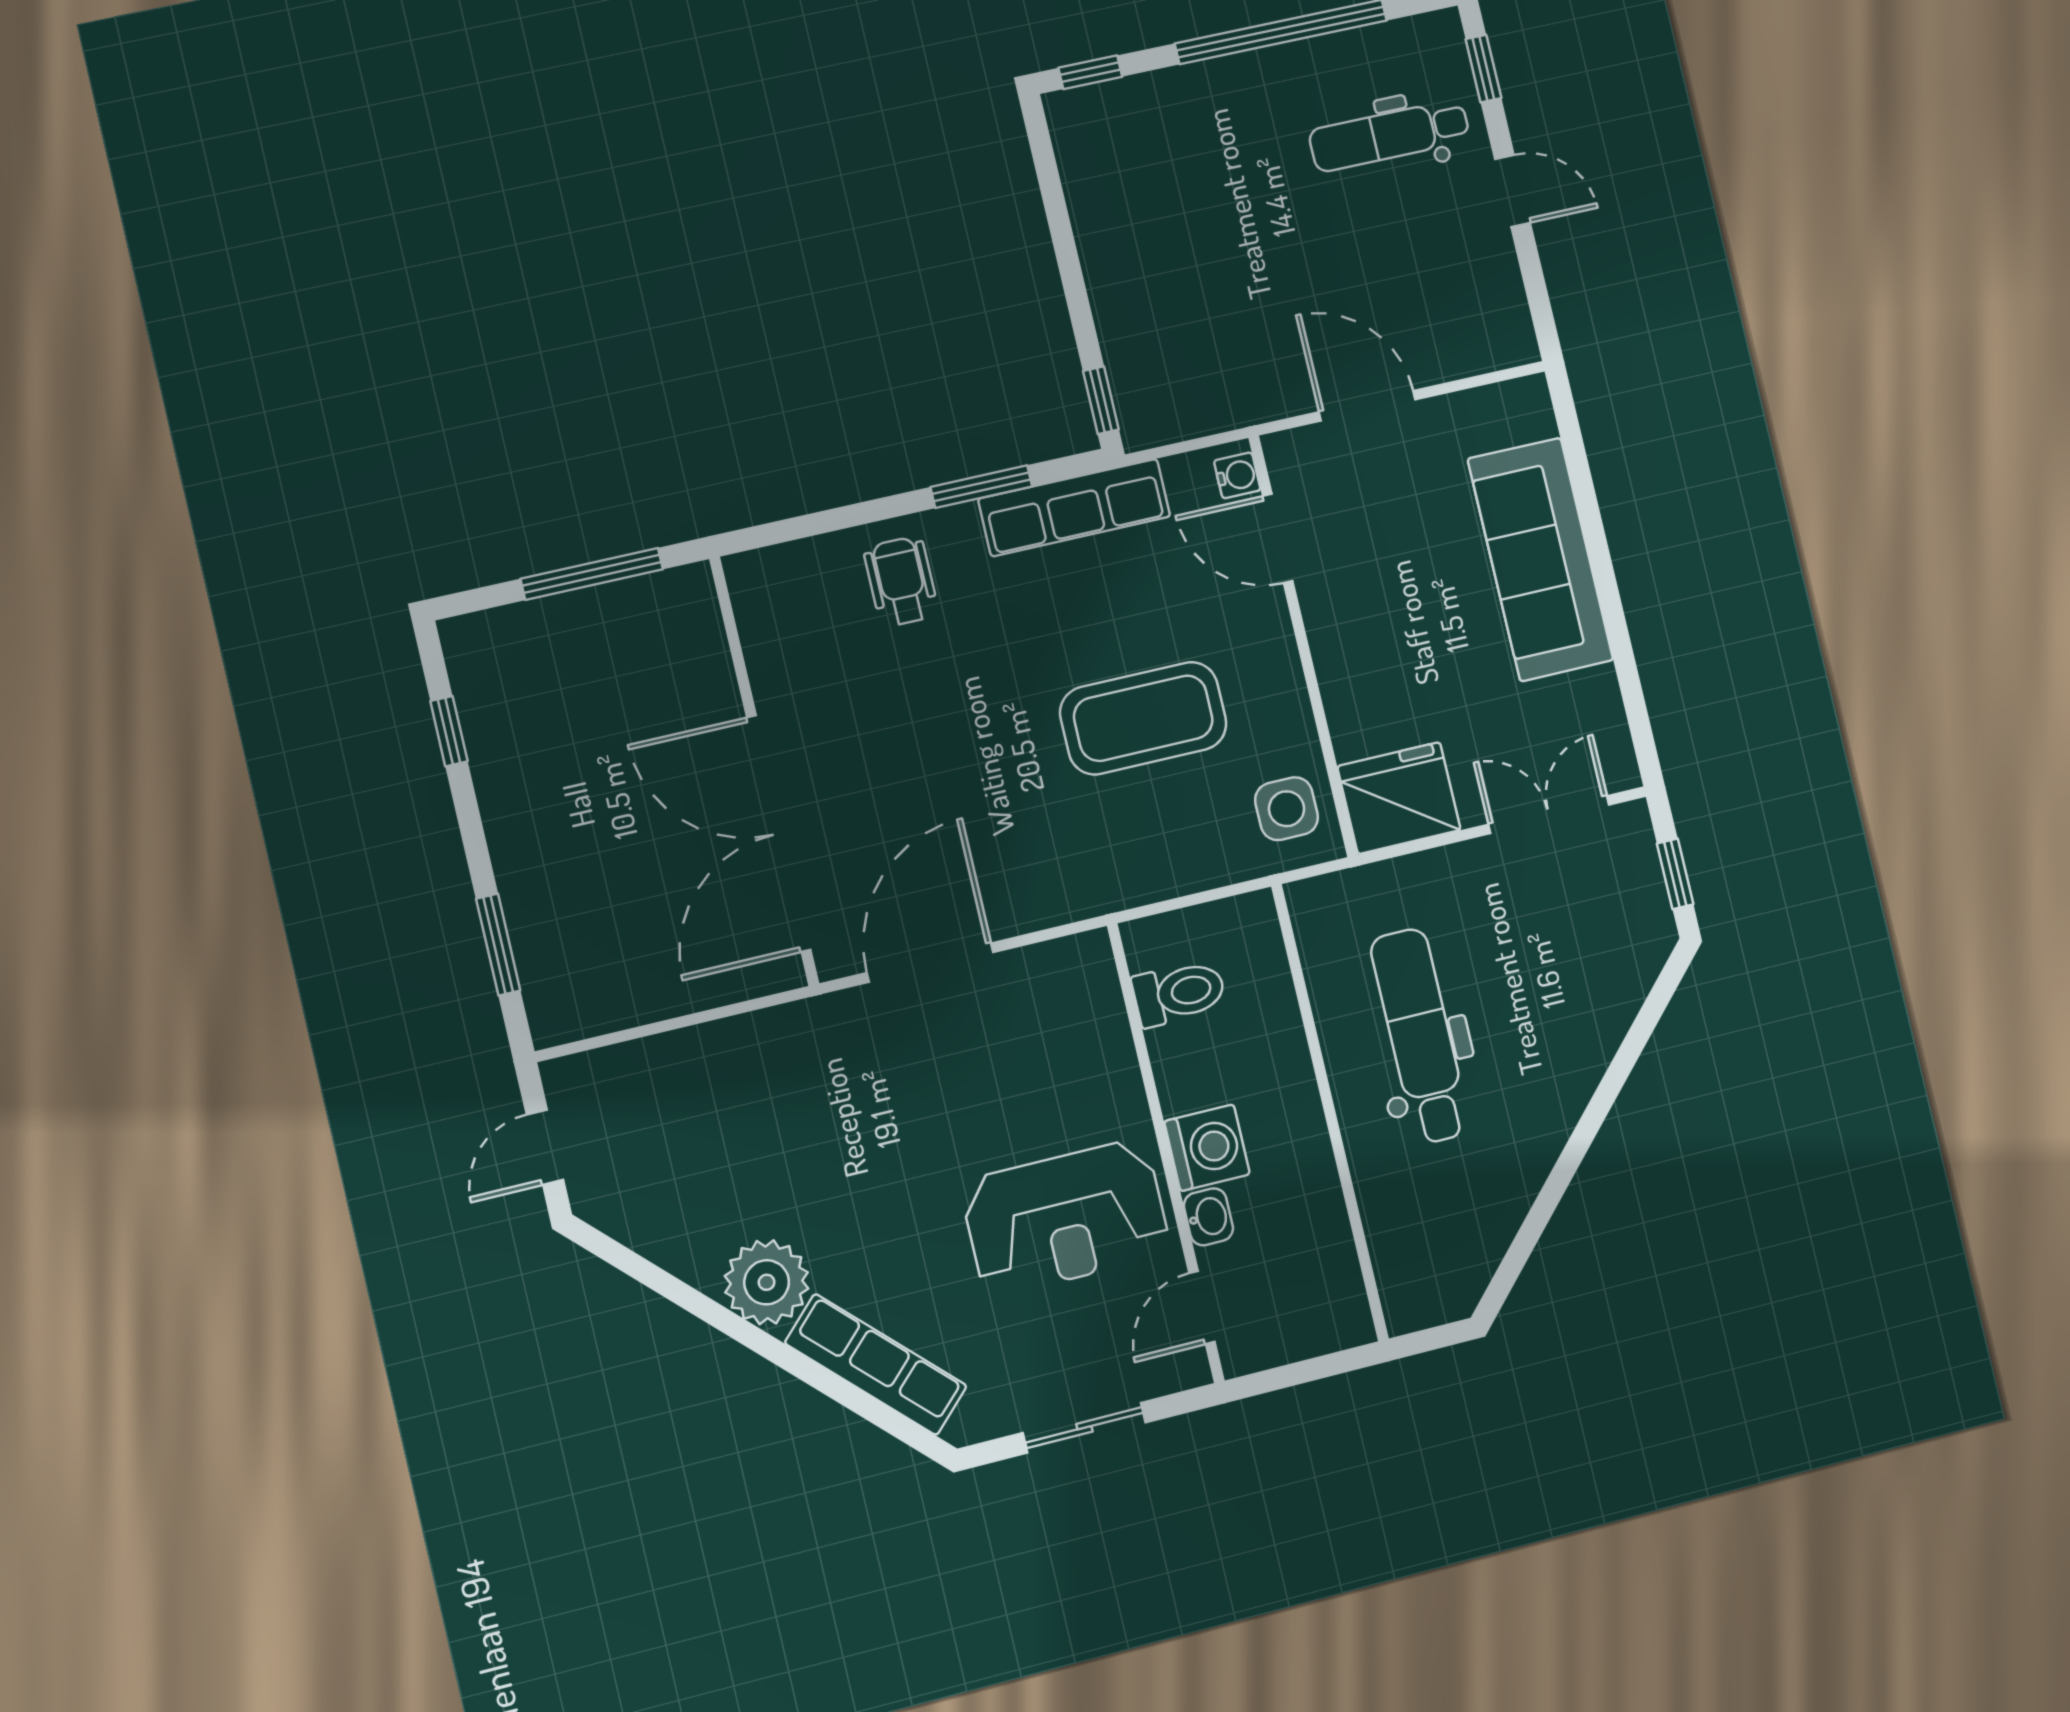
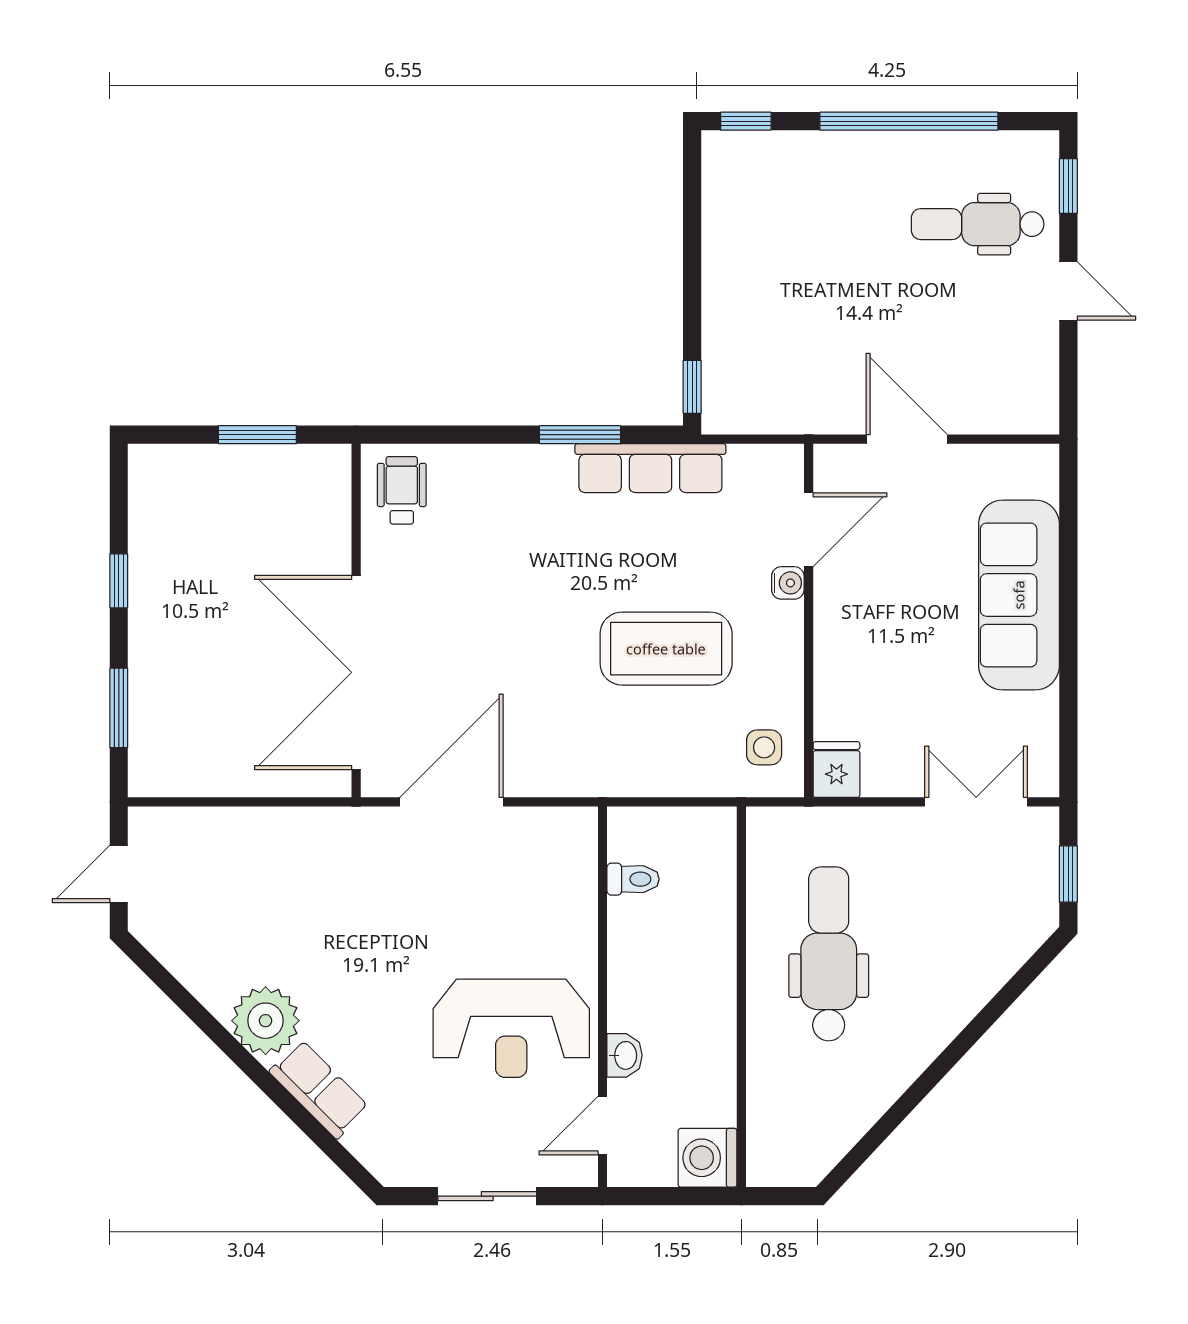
water cooler: (1237, 475) -> (788, 583), moved
door: (1278, 539) -> (809, 530), swing flipped
window: (592, 574) -> (257, 435), width x0.69
wheelchair: (901, 581) -> (402, 490), moved
window: (449, 731) -> (119, 581), moved
fridge: (1399, 798) -> (836, 770), width x0.53, depth x0.75
side table: (1287, 809) -> (764, 747), width x0.73, depth x0.73
toilet: (1179, 993) -> (633, 879), width x0.73, depth x0.72
washing machine: (1207, 1148) -> (708, 1158), moved, turned 180
row of seats: (876, 1365) -> (319, 1089), width x0.68

